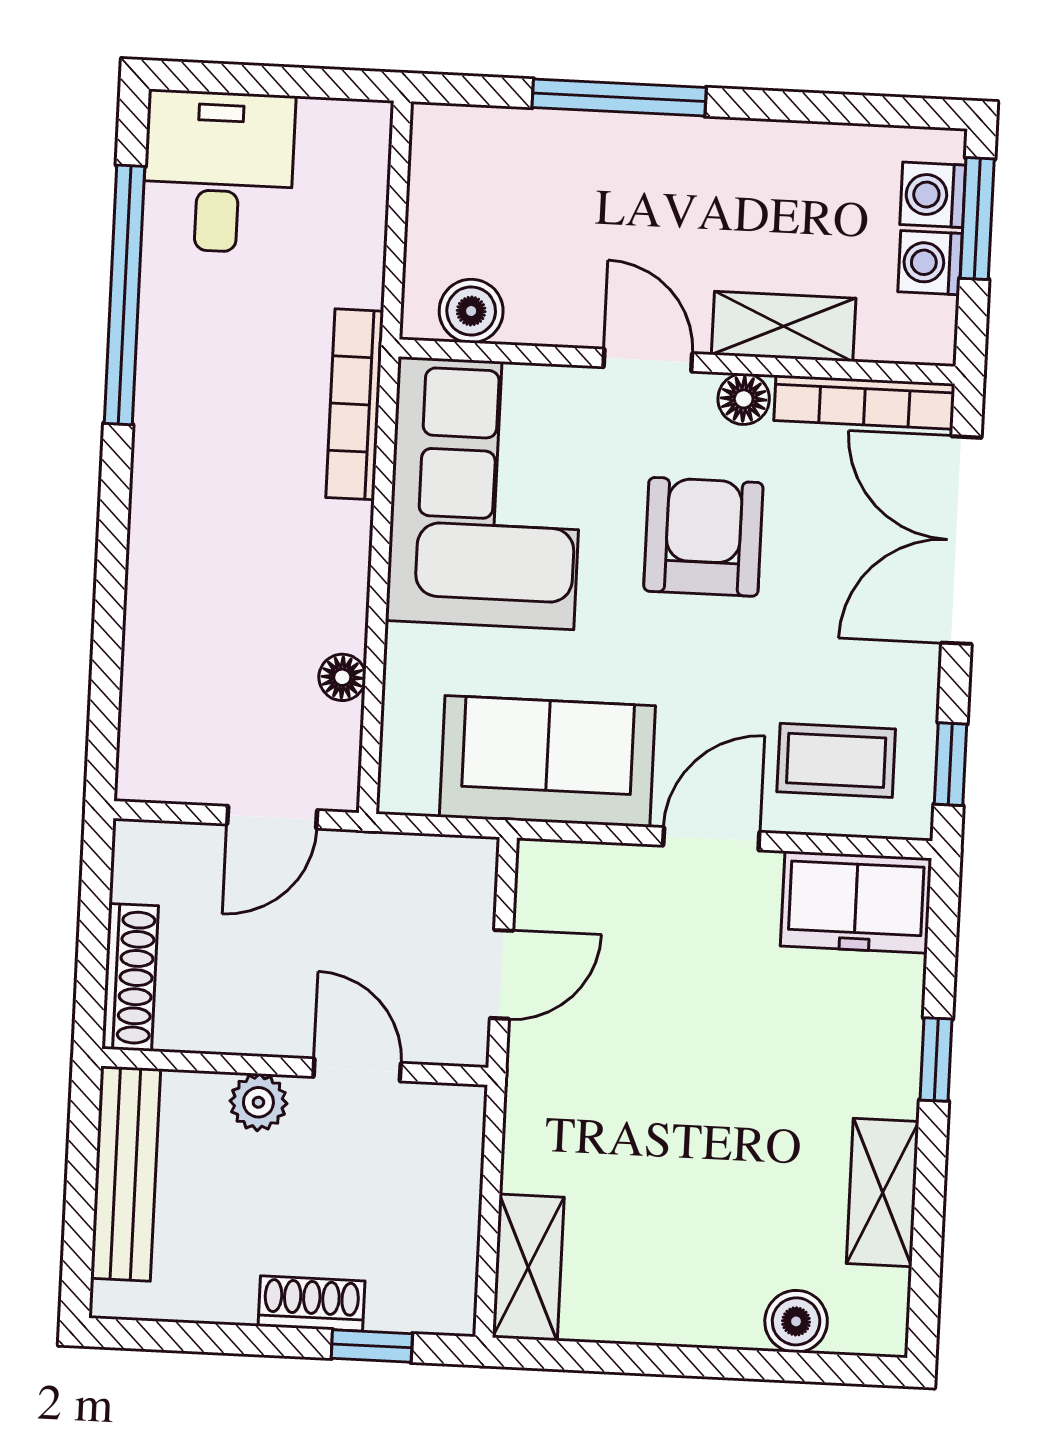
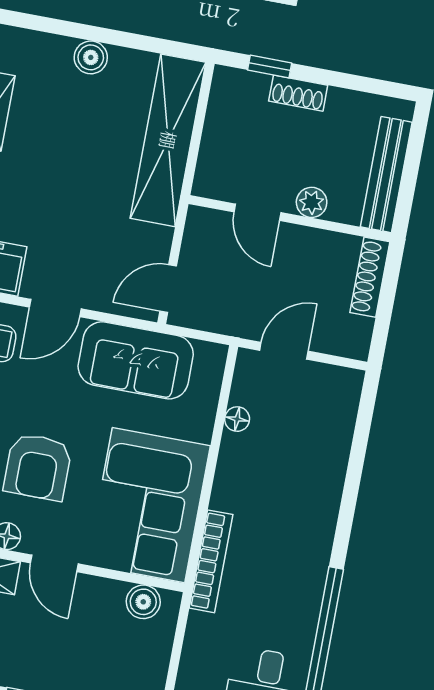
door: (502, 974) -> (168, 289), moved
shelving: (528, 1267) -> (168, 140), width x2.20, depth x1.33
boiler: (796, 1321) -> (91, 57), moved

